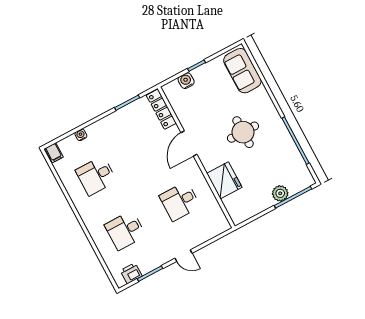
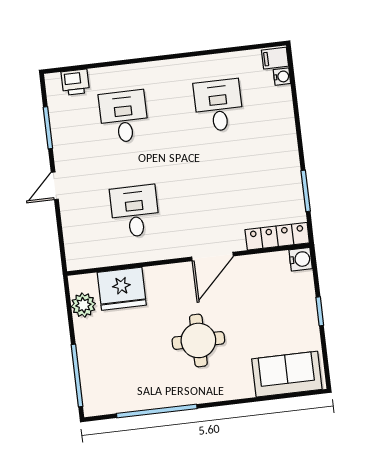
water cooler: (186, 81) -> (301, 259), moved
water cooler: (81, 135) -> (282, 77), moved
door: (189, 144) -> (212, 257), swing flipped
fridge: (224, 180) -> (122, 289), moved
plant: (280, 193) -> (83, 305), moved
printer: (131, 273) -> (75, 82), moved, turned 90

